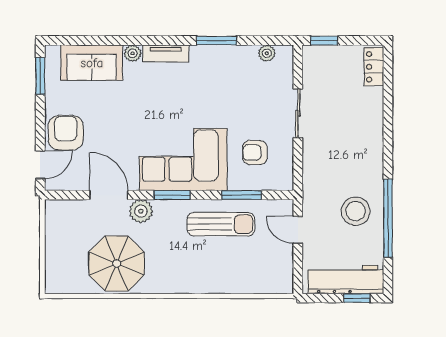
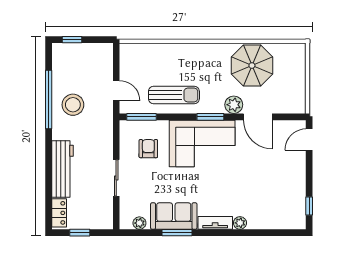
window: (324, 40) -> (80, 233), moved
sofa: (92, 63) -> (174, 216), moved
window: (40, 76) -> (309, 206), width x0.67
armchair: (66, 133) -> (290, 163), removed
armchair: (255, 153) -> (148, 149), turned -90
window: (242, 195) -> (142, 117), moved
sun lounger: (221, 224) -> (174, 95), turned 180
workbench: (346, 280) -> (63, 169), moved, turned -90

